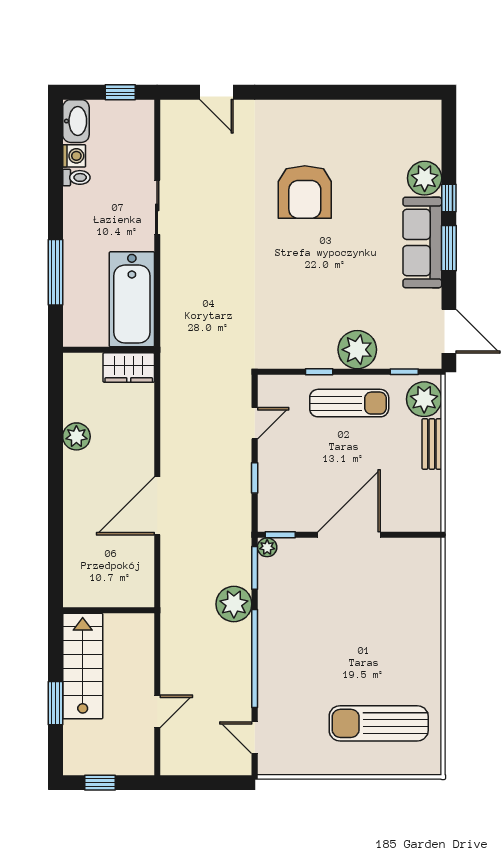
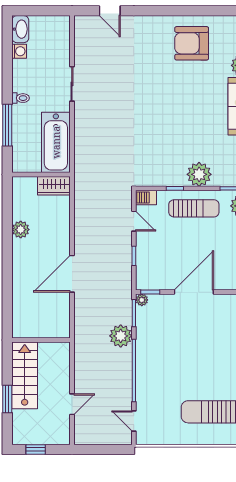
window: (120, 92) -> (49, 11), removed
toilet: (76, 177) -> (21, 98), moved
armchair: (305, 192) -> (192, 43), moved, turned 90
barbecue: (274, 386) -> (146, 198), added
door: (255, 423) -> (134, 221), hinge flipped

